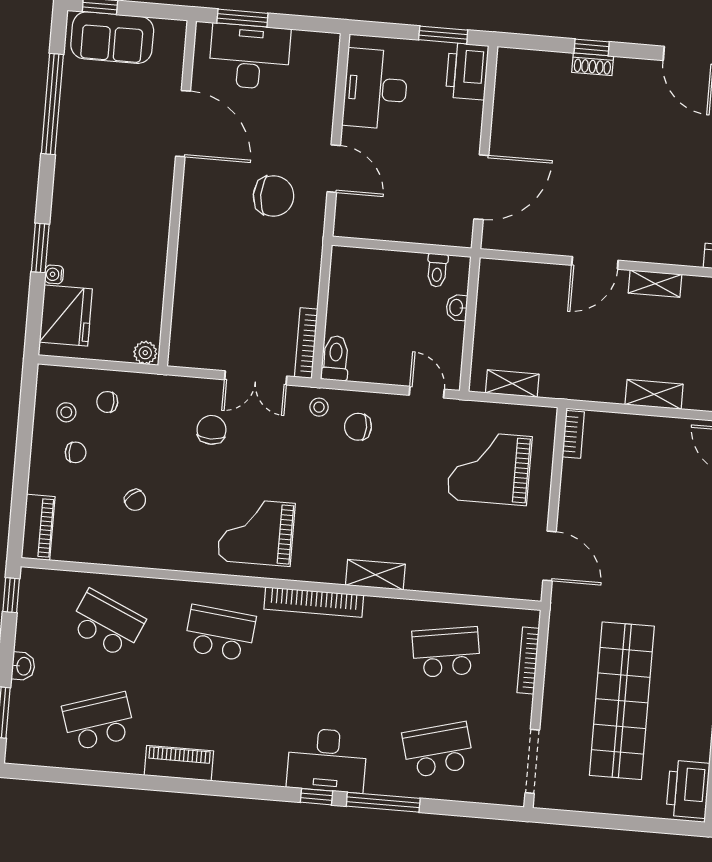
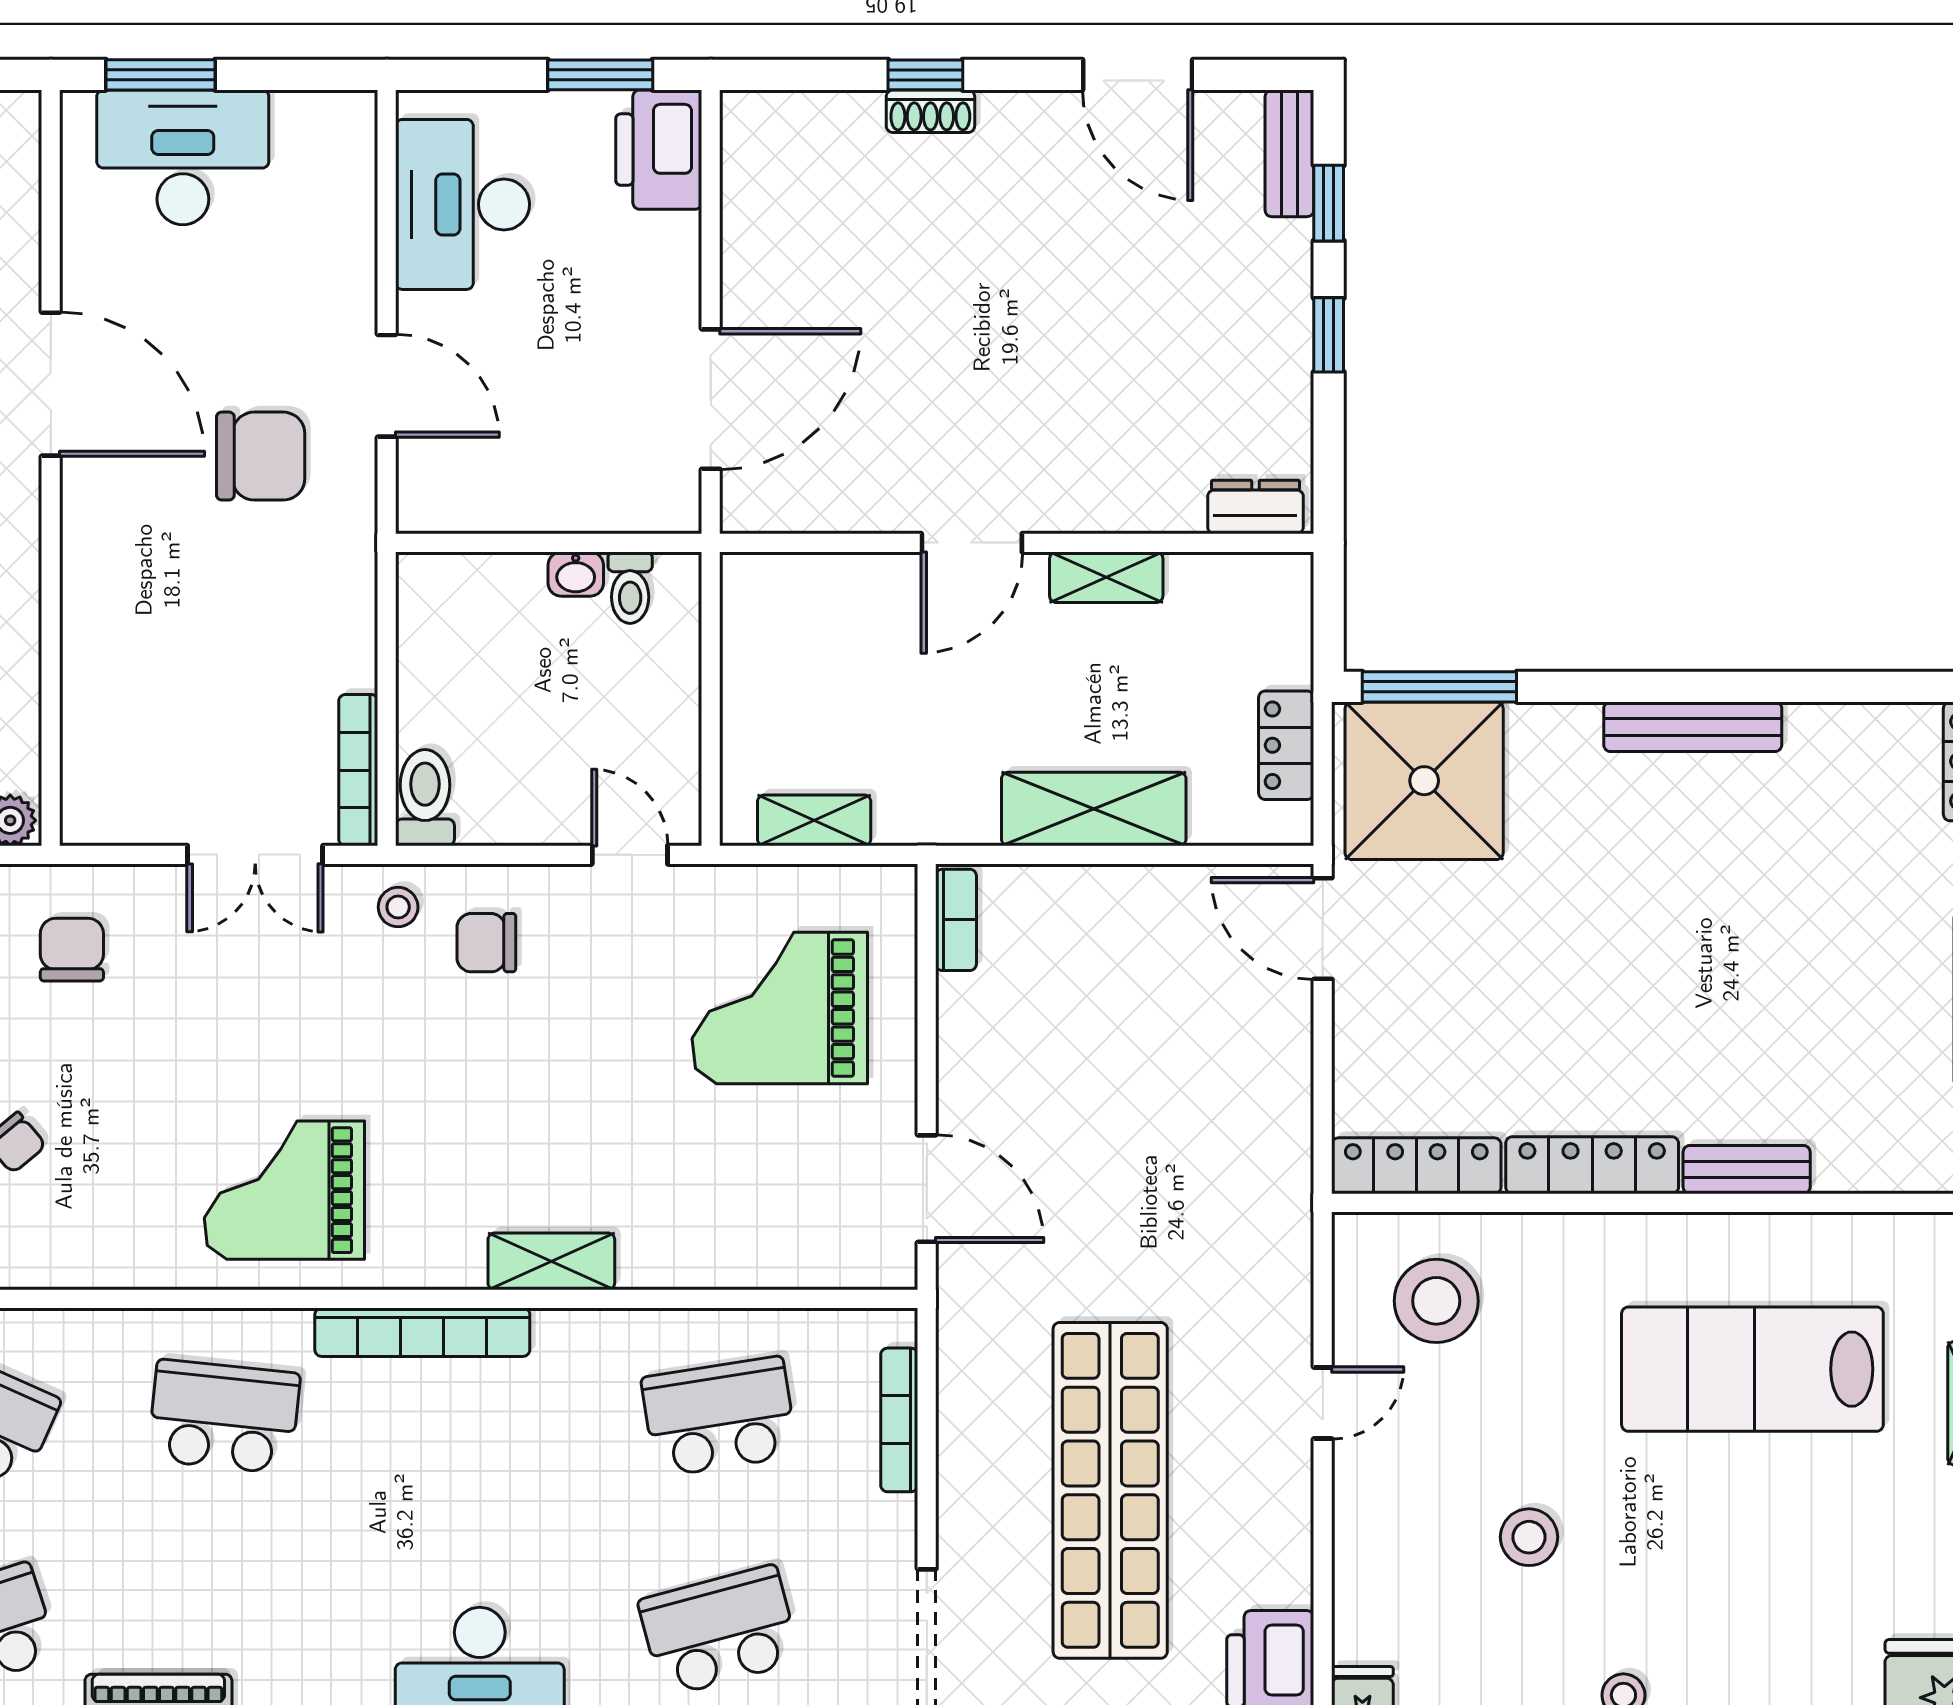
door: (183, 124) -> (51, 384), moved
washbasin: (457, 307) -> (576, 574), moved, turned -90
shelving: (654, 394) -> (1094, 809), width x1.50, depth x1.33
chair: (211, 430) -> (72, 950), moved

